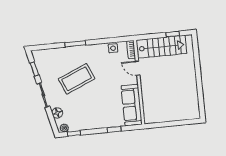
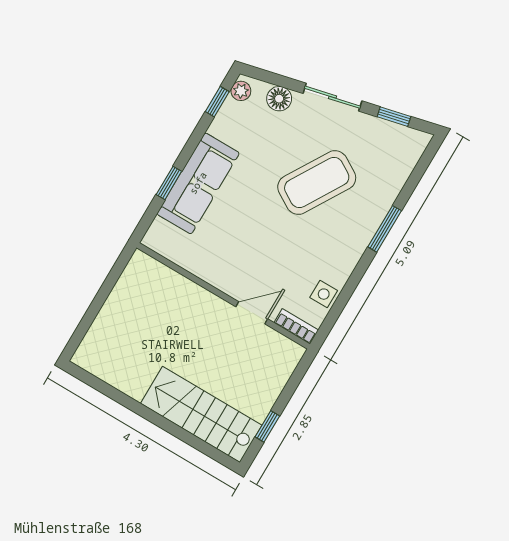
stairs: (161, 47) -> (201, 414), moved, turned 90
coffee table: (77, 79) -> (317, 183), turned 54
sofa: (132, 105) -> (198, 183), moved, turned 90

